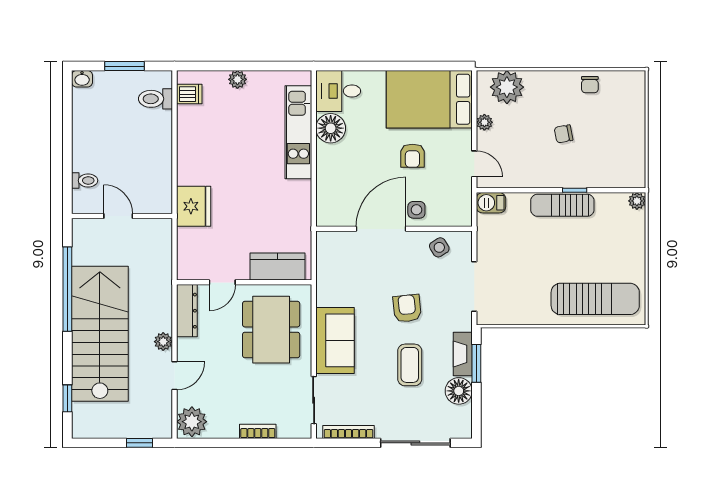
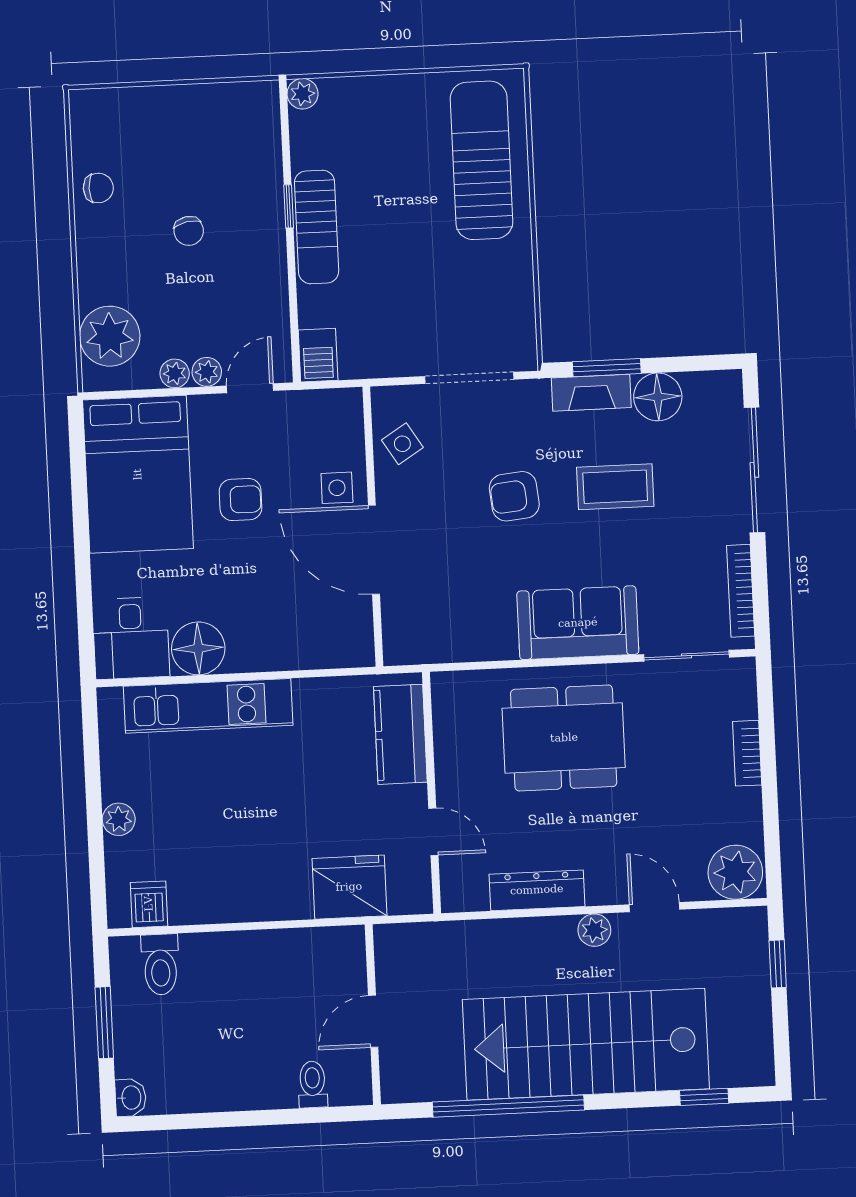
plant: (485, 140) -> (207, 372), added
kitchen counter: (277, 266) -> (400, 734), moved
door: (222, 282) -> (433, 832), moved
wall: (244, 282) -> (432, 793), moved

